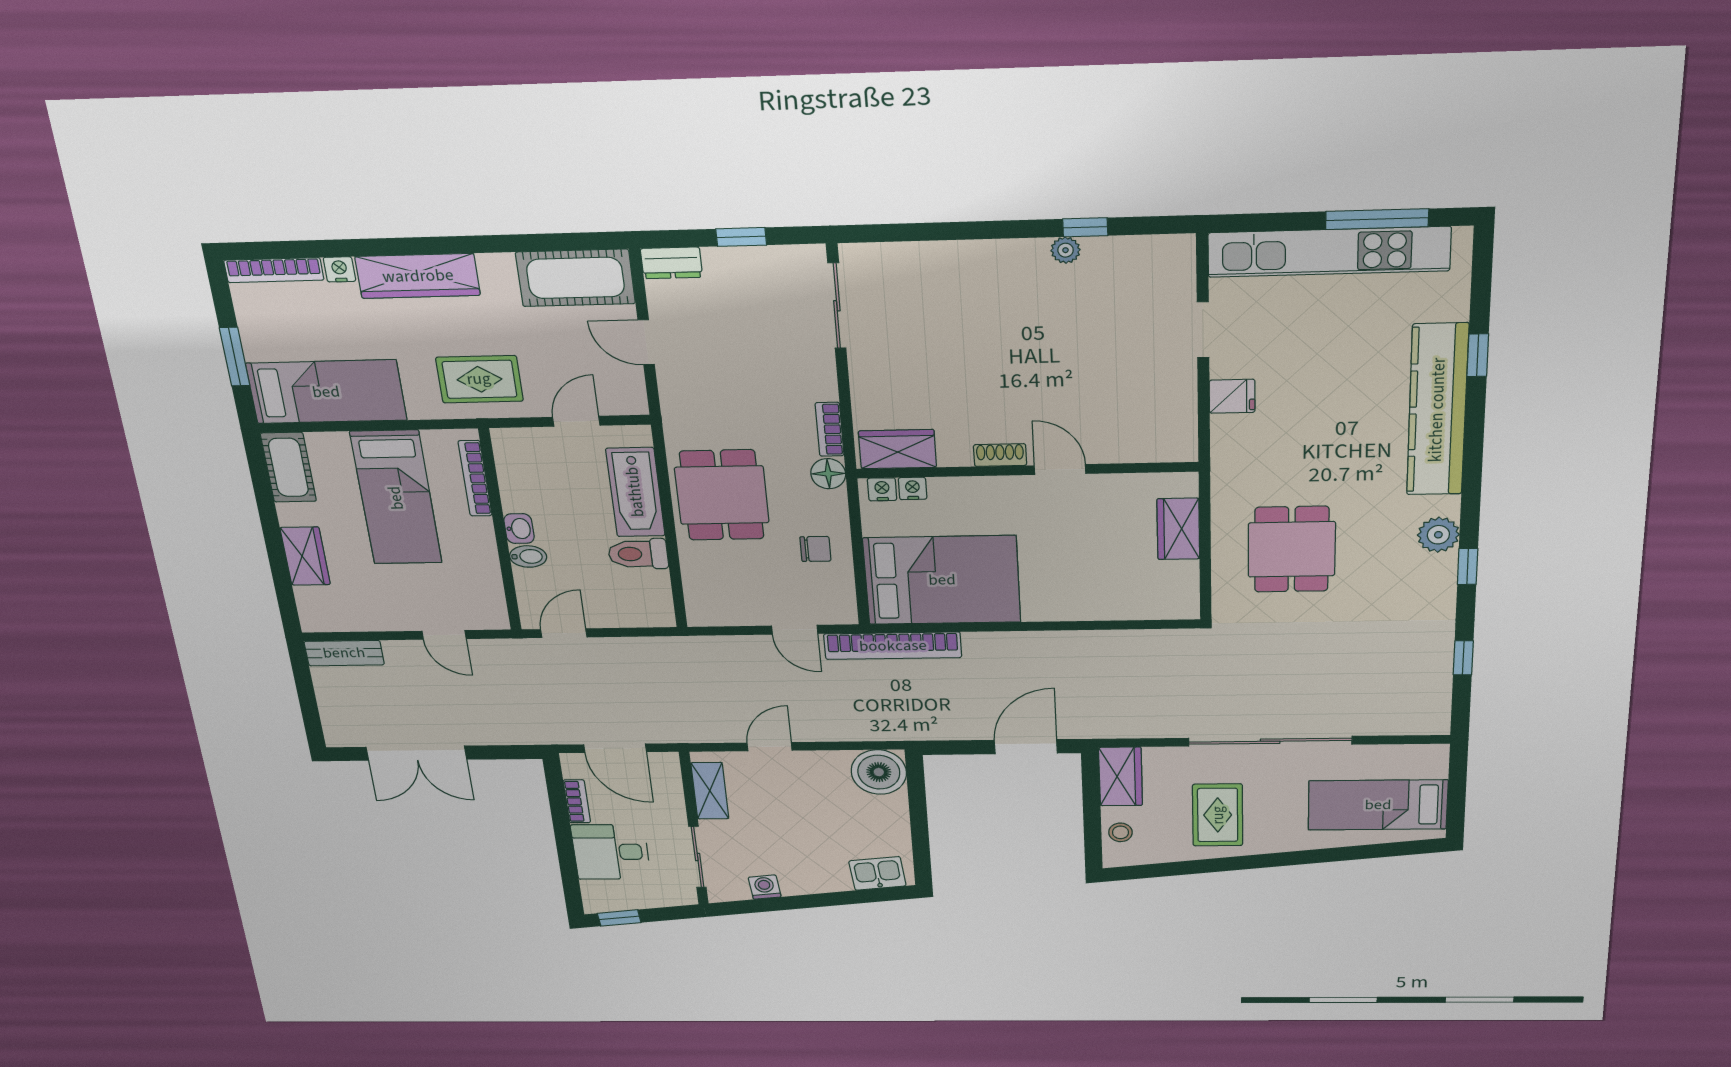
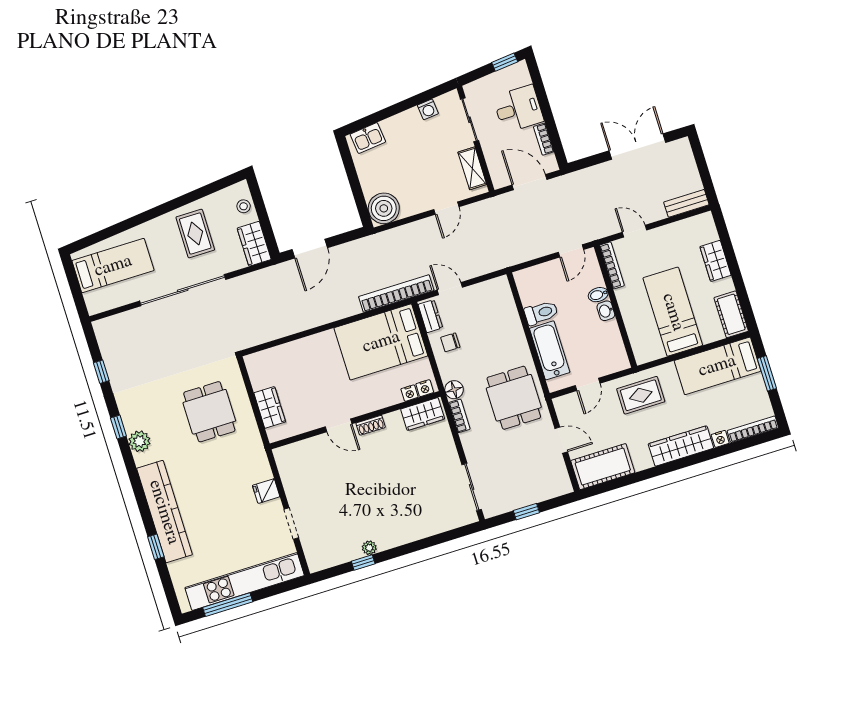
dresser: (672, 263) -> (430, 316), moved, turned 90
bookcase: (475, 478) -> (612, 265), moved
dining table: (722, 495) -> (514, 398), moved

